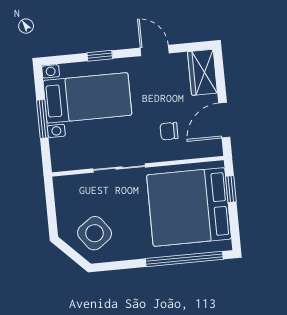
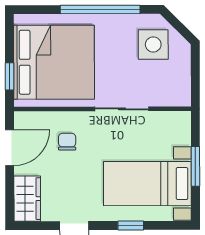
chair: (169, 131) -> (67, 142), turned -90
side table: (95, 233) -> (153, 44), turned 36
window: (184, 259) -> (100, 9), moved

